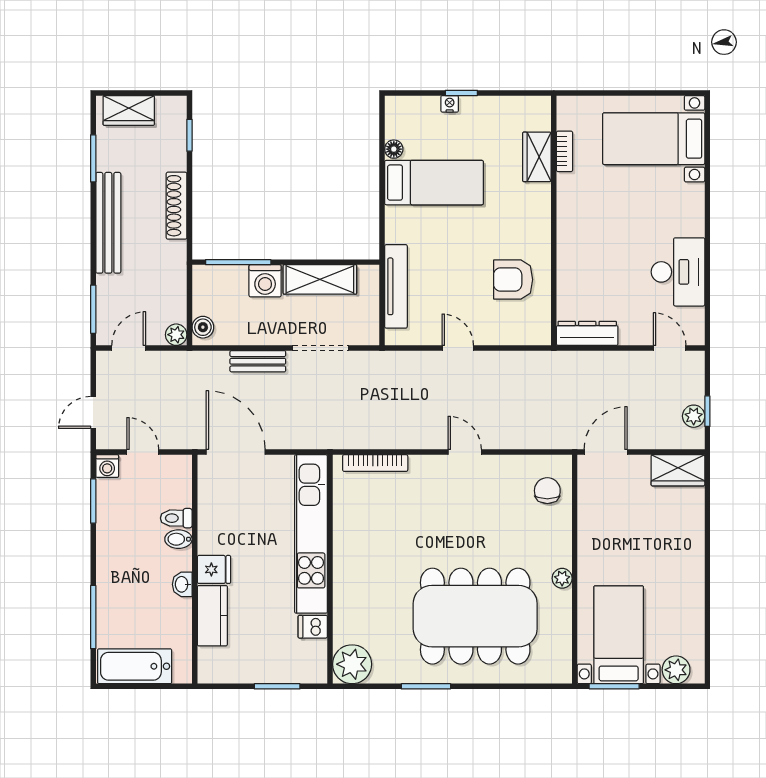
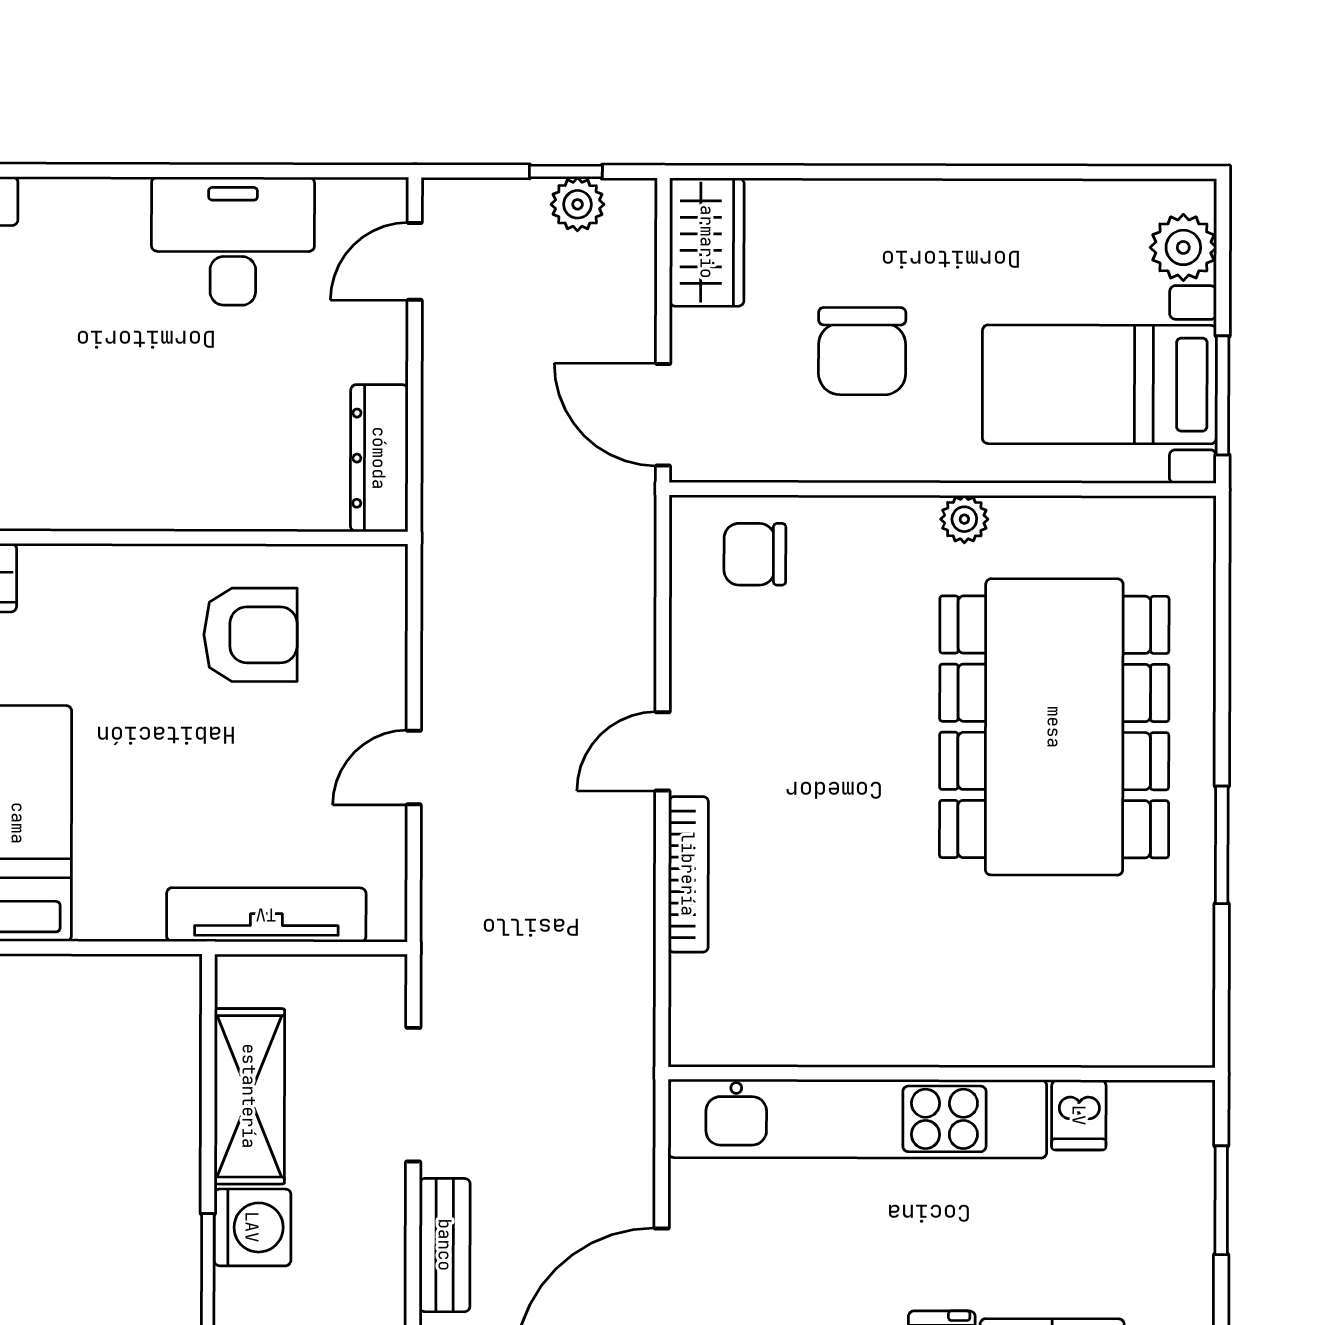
armchair: (513, 280) -> (250, 635), turned -90
bookcase: (375, 463) -> (688, 874), moved
chair: (632, 535) -> (862, 351), added
plant: (352, 664) -> (1169, 1021), removed

